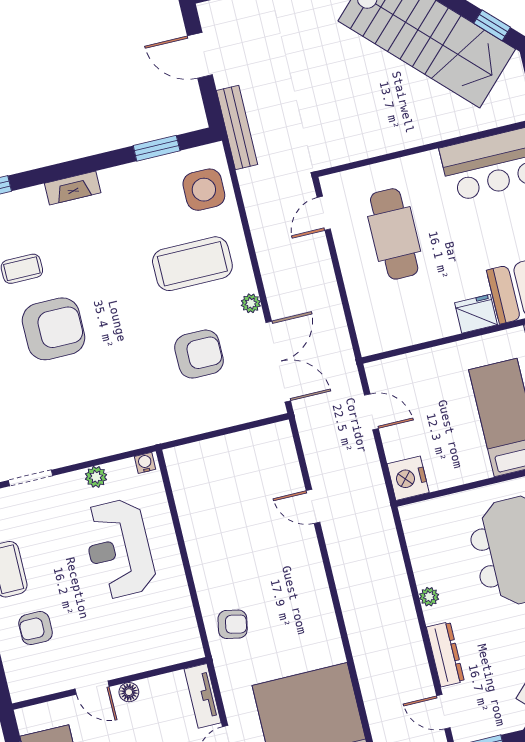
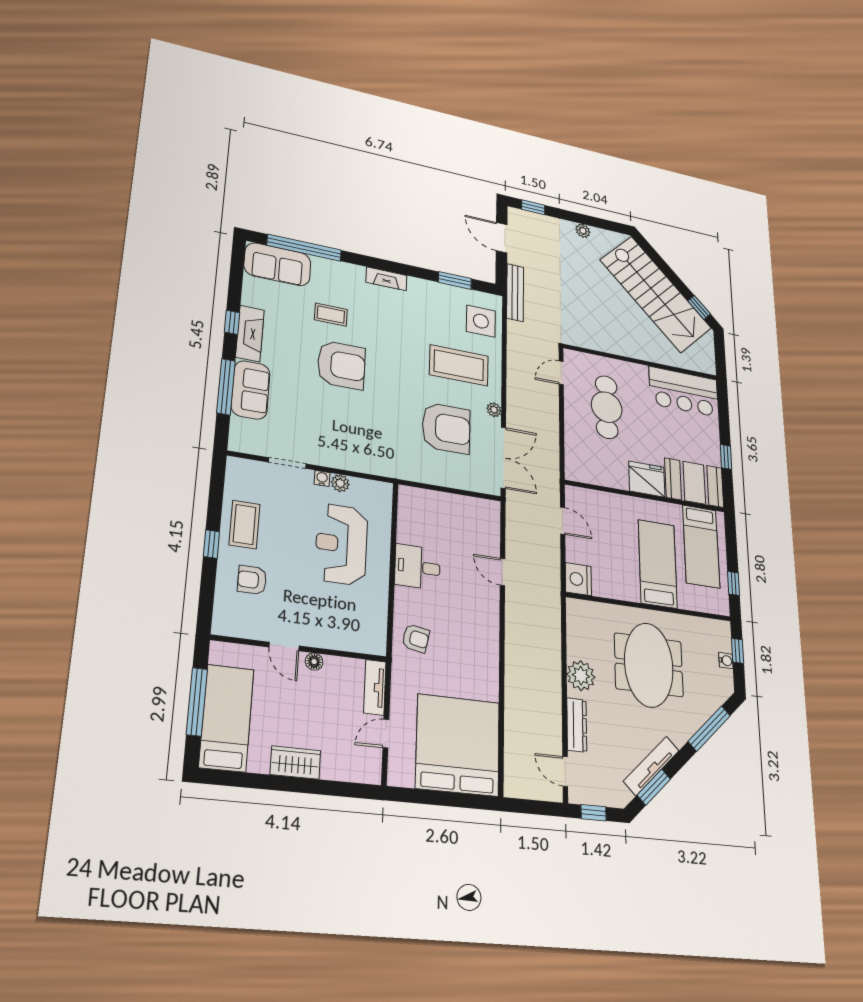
fridge: (476, 314) -> (647, 479), width x1.36, depth x1.34
armchair: (199, 354) -> (446, 428), width x1.36, depth x1.36
water cooler: (145, 463) -> (322, 478), moved
desk: (212, 541) -> (418, 567), added
plant: (429, 597) -> (581, 676), width x1.87, depth x1.87

